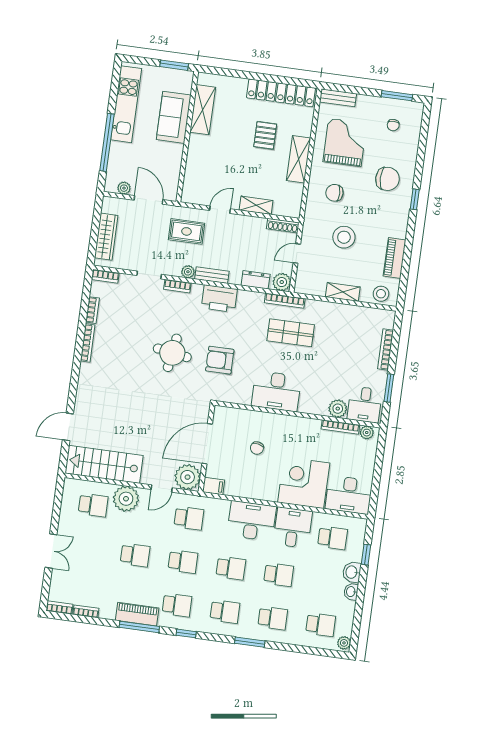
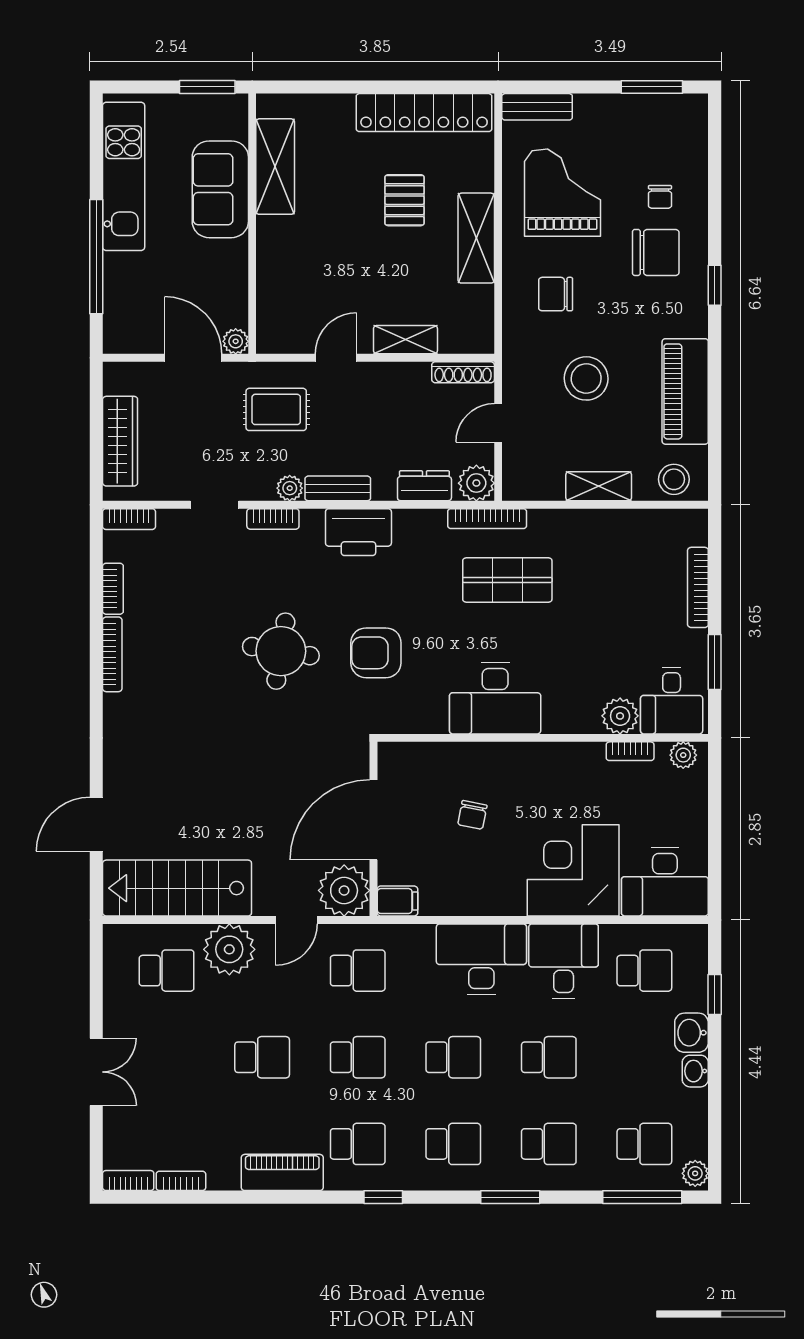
chair: (393, 125) -> (660, 197), moved
plant: (124, 188) -> (236, 341), moved
piano: (395, 258) -> (685, 391), width x1.37, depth x1.33
bookcase: (340, 427) -> (630, 751), width x0.64
window: (139, 627) -> (642, 1197), moved

